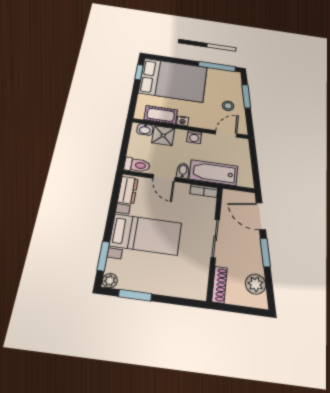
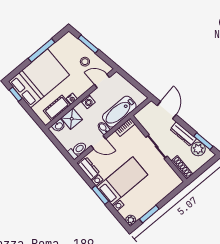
window: (217, 67) -> (42, 50), moved
door: (226, 134) -> (102, 81), hinge flipped
door: (261, 216) -> (167, 110), swing flipped
window: (265, 252) -> (203, 141), moved
dresser: (255, 254) -> (183, 134), added
window: (103, 256) -> (100, 195), moved

